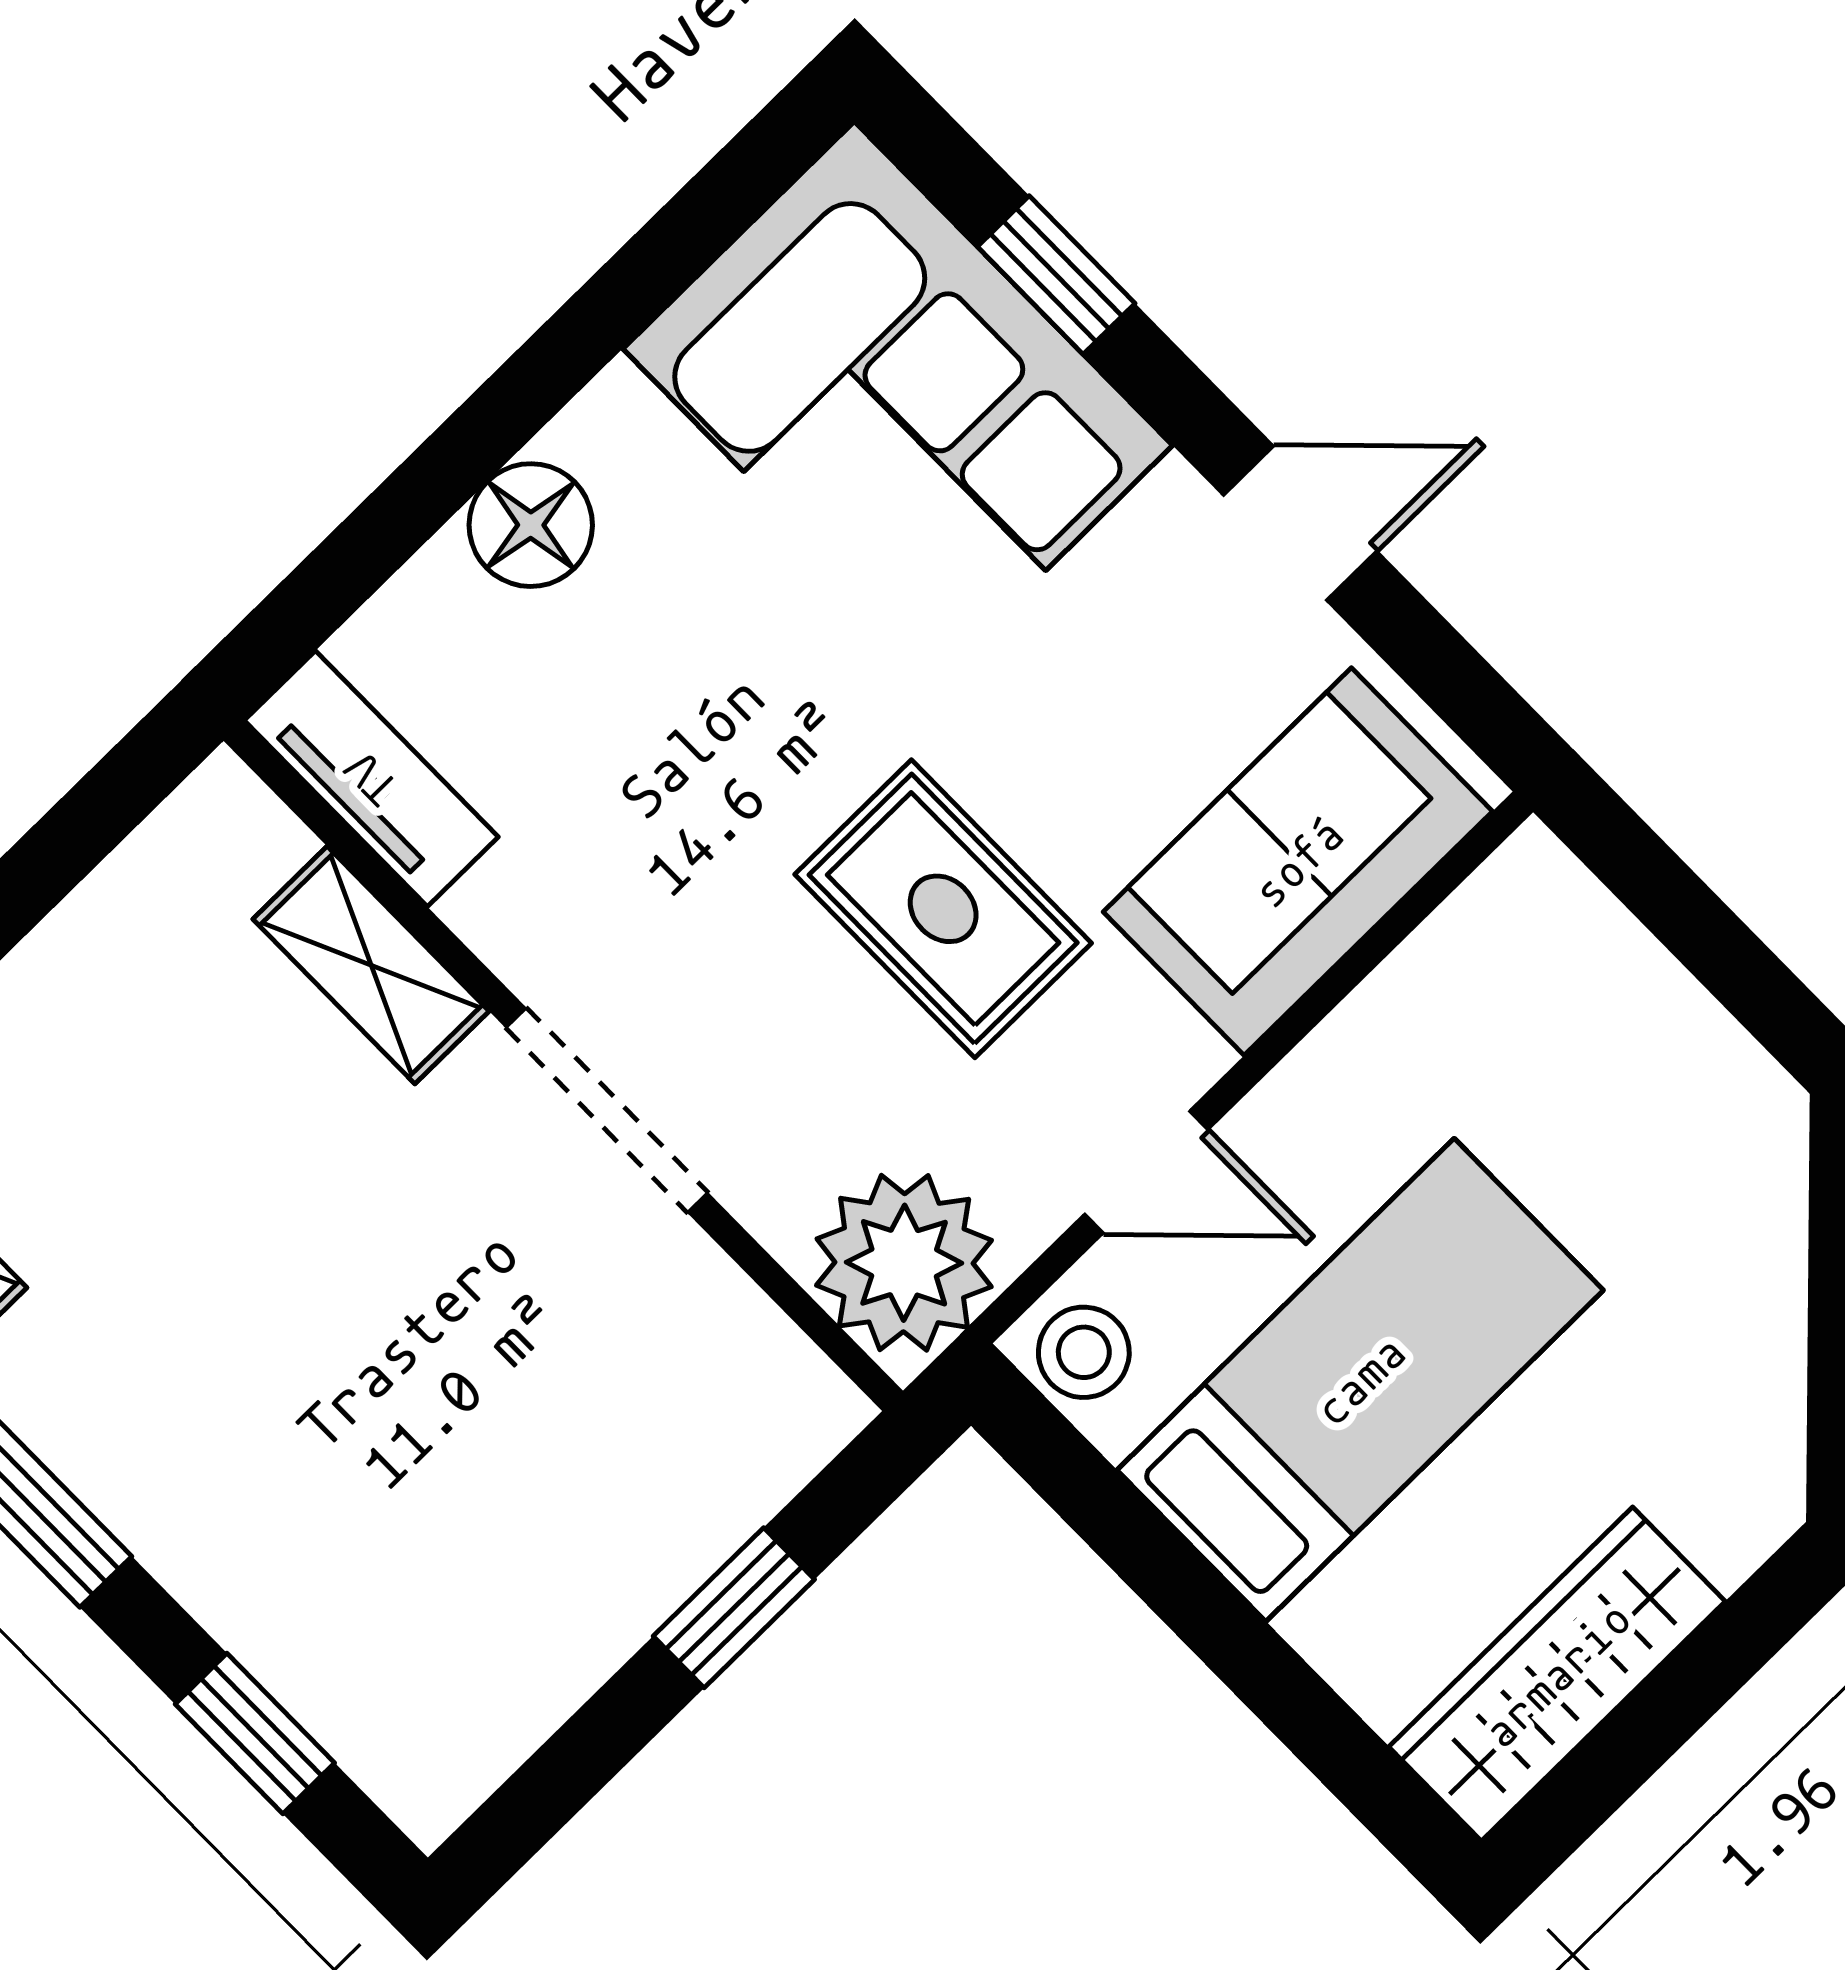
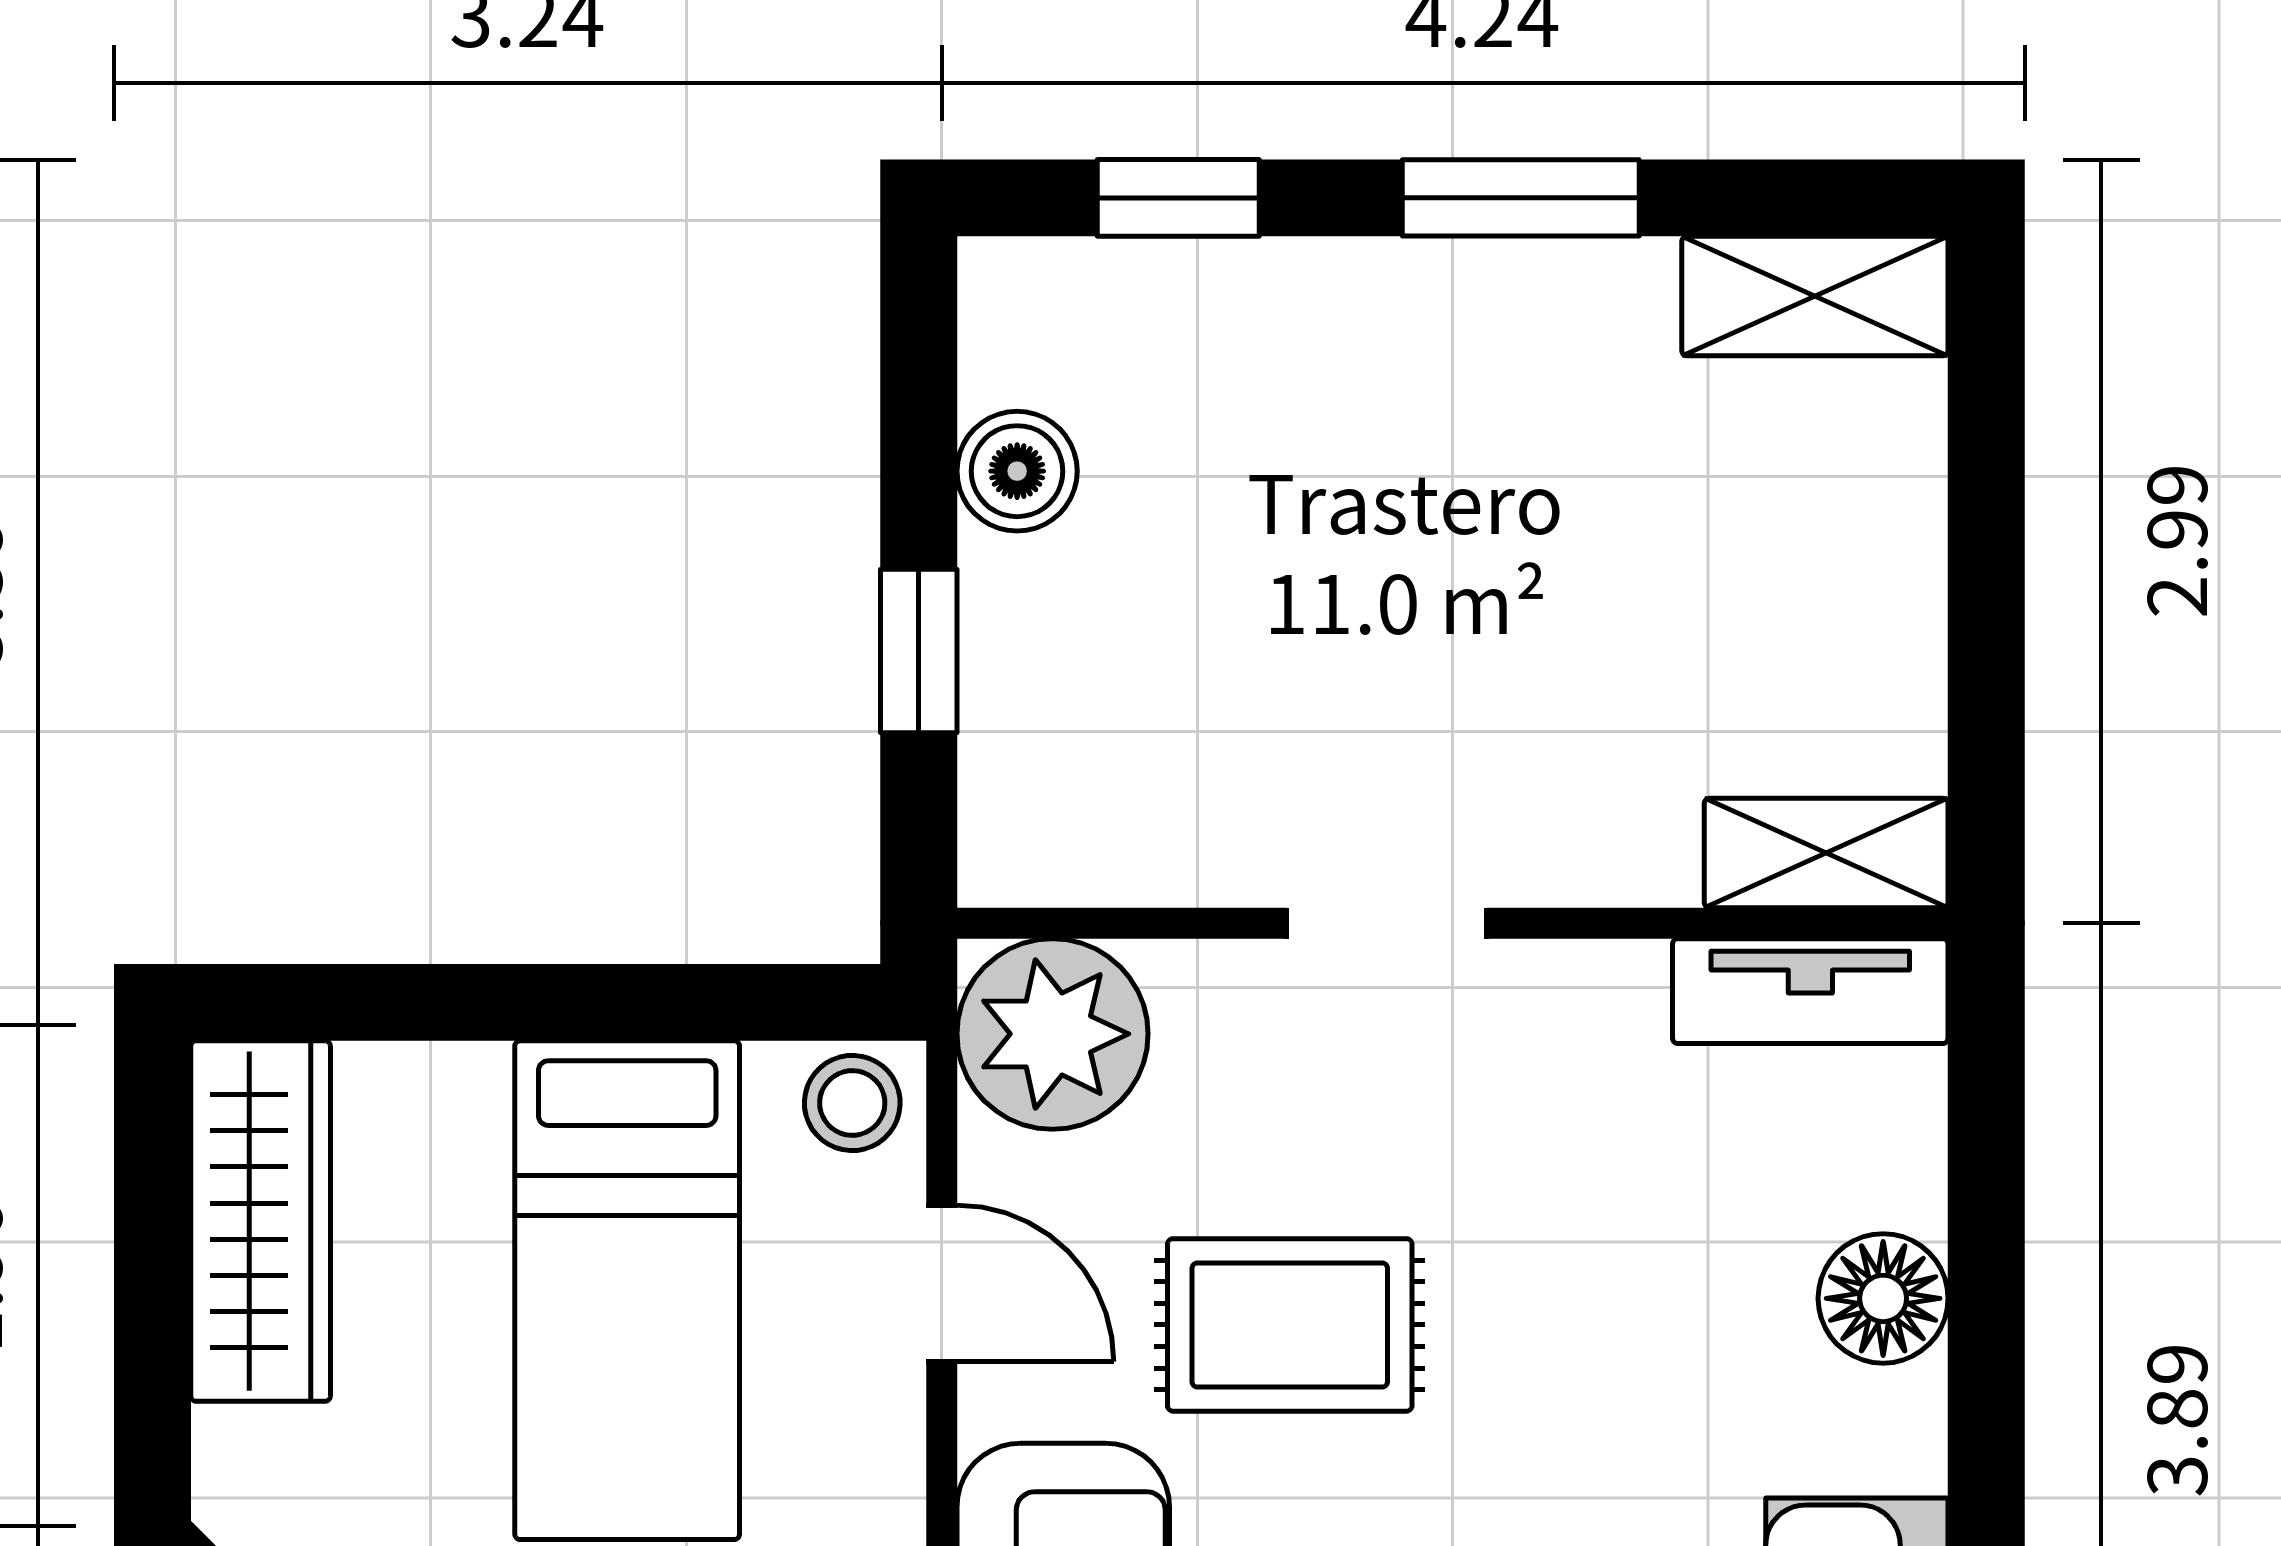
shelving: (371, 965) -> (1826, 853), moved
doorway: (607, 1110) -> (1387, 923), width x0.73
door: (1146, 1172) -> (942, 1283), swing flipped
boiler: (547, 1661) -> (1017, 471), added

